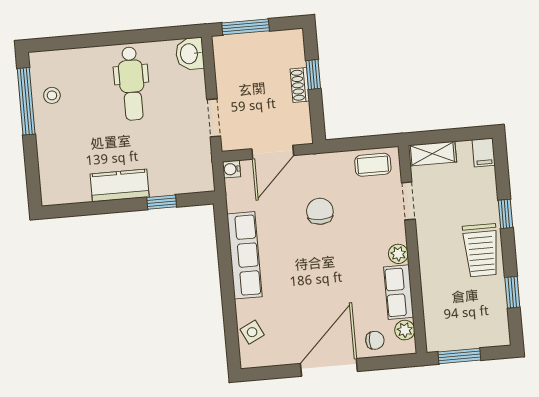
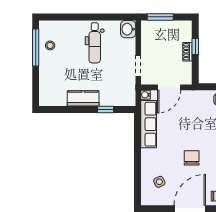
chair: (320, 211) -> (192, 158), moved
row of seats: (244, 255) -> (149, 124), moved
side table: (252, 332) -> (159, 182), moved

